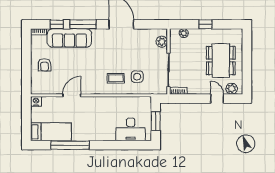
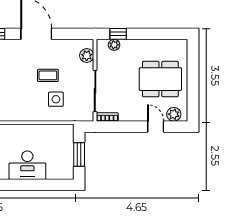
window: (205, 24) -> (118, 34), moved
dining table: (221, 61) -> (160, 79), turned 90
coffee table: (116, 78) -> (48, 75), moved
desk: (131, 129) -> (27, 165), moved

